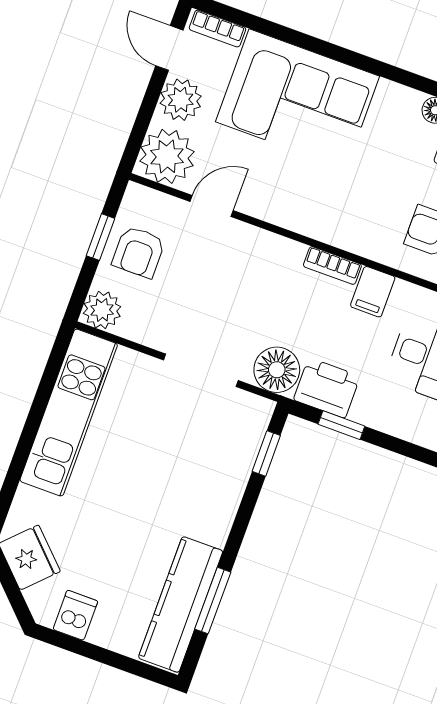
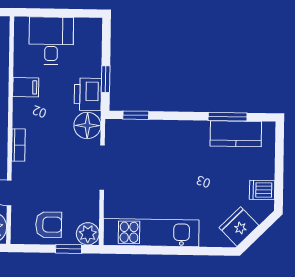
window: (101, 237) -> (69, 249), moved
bookcase: (332, 266) -> (18, 145), moved
kitchen counter: (181, 604) -> (236, 134), width x0.67

